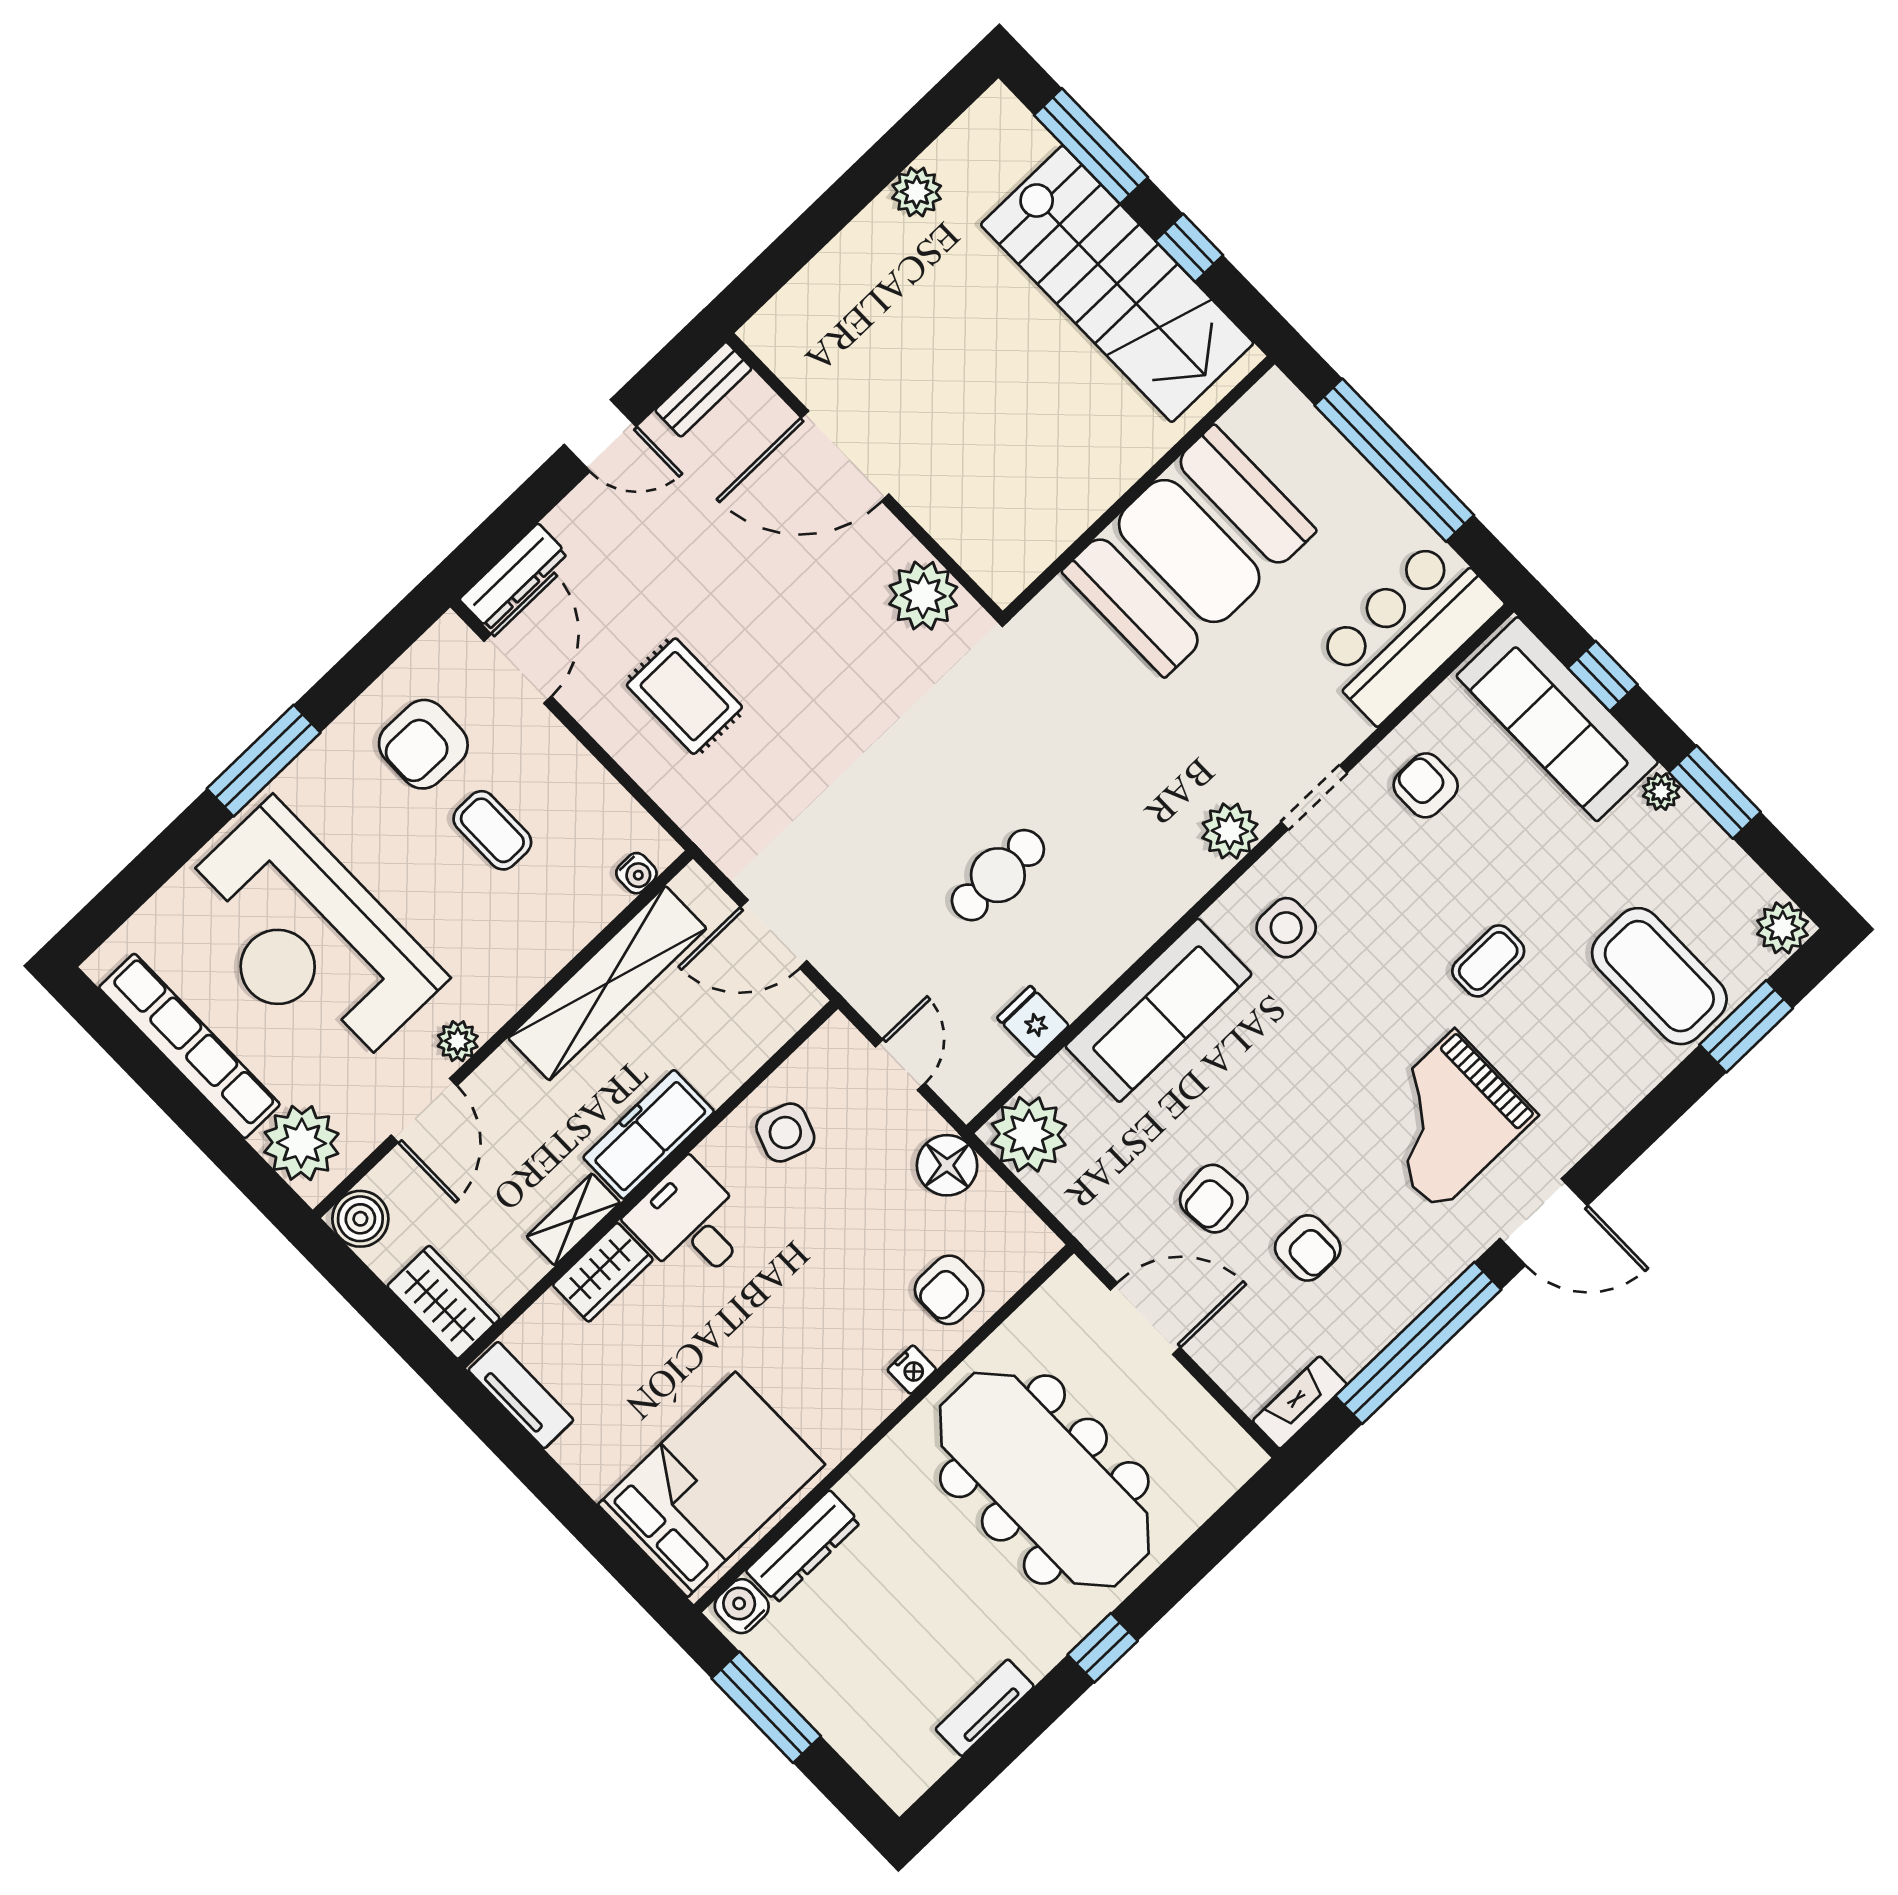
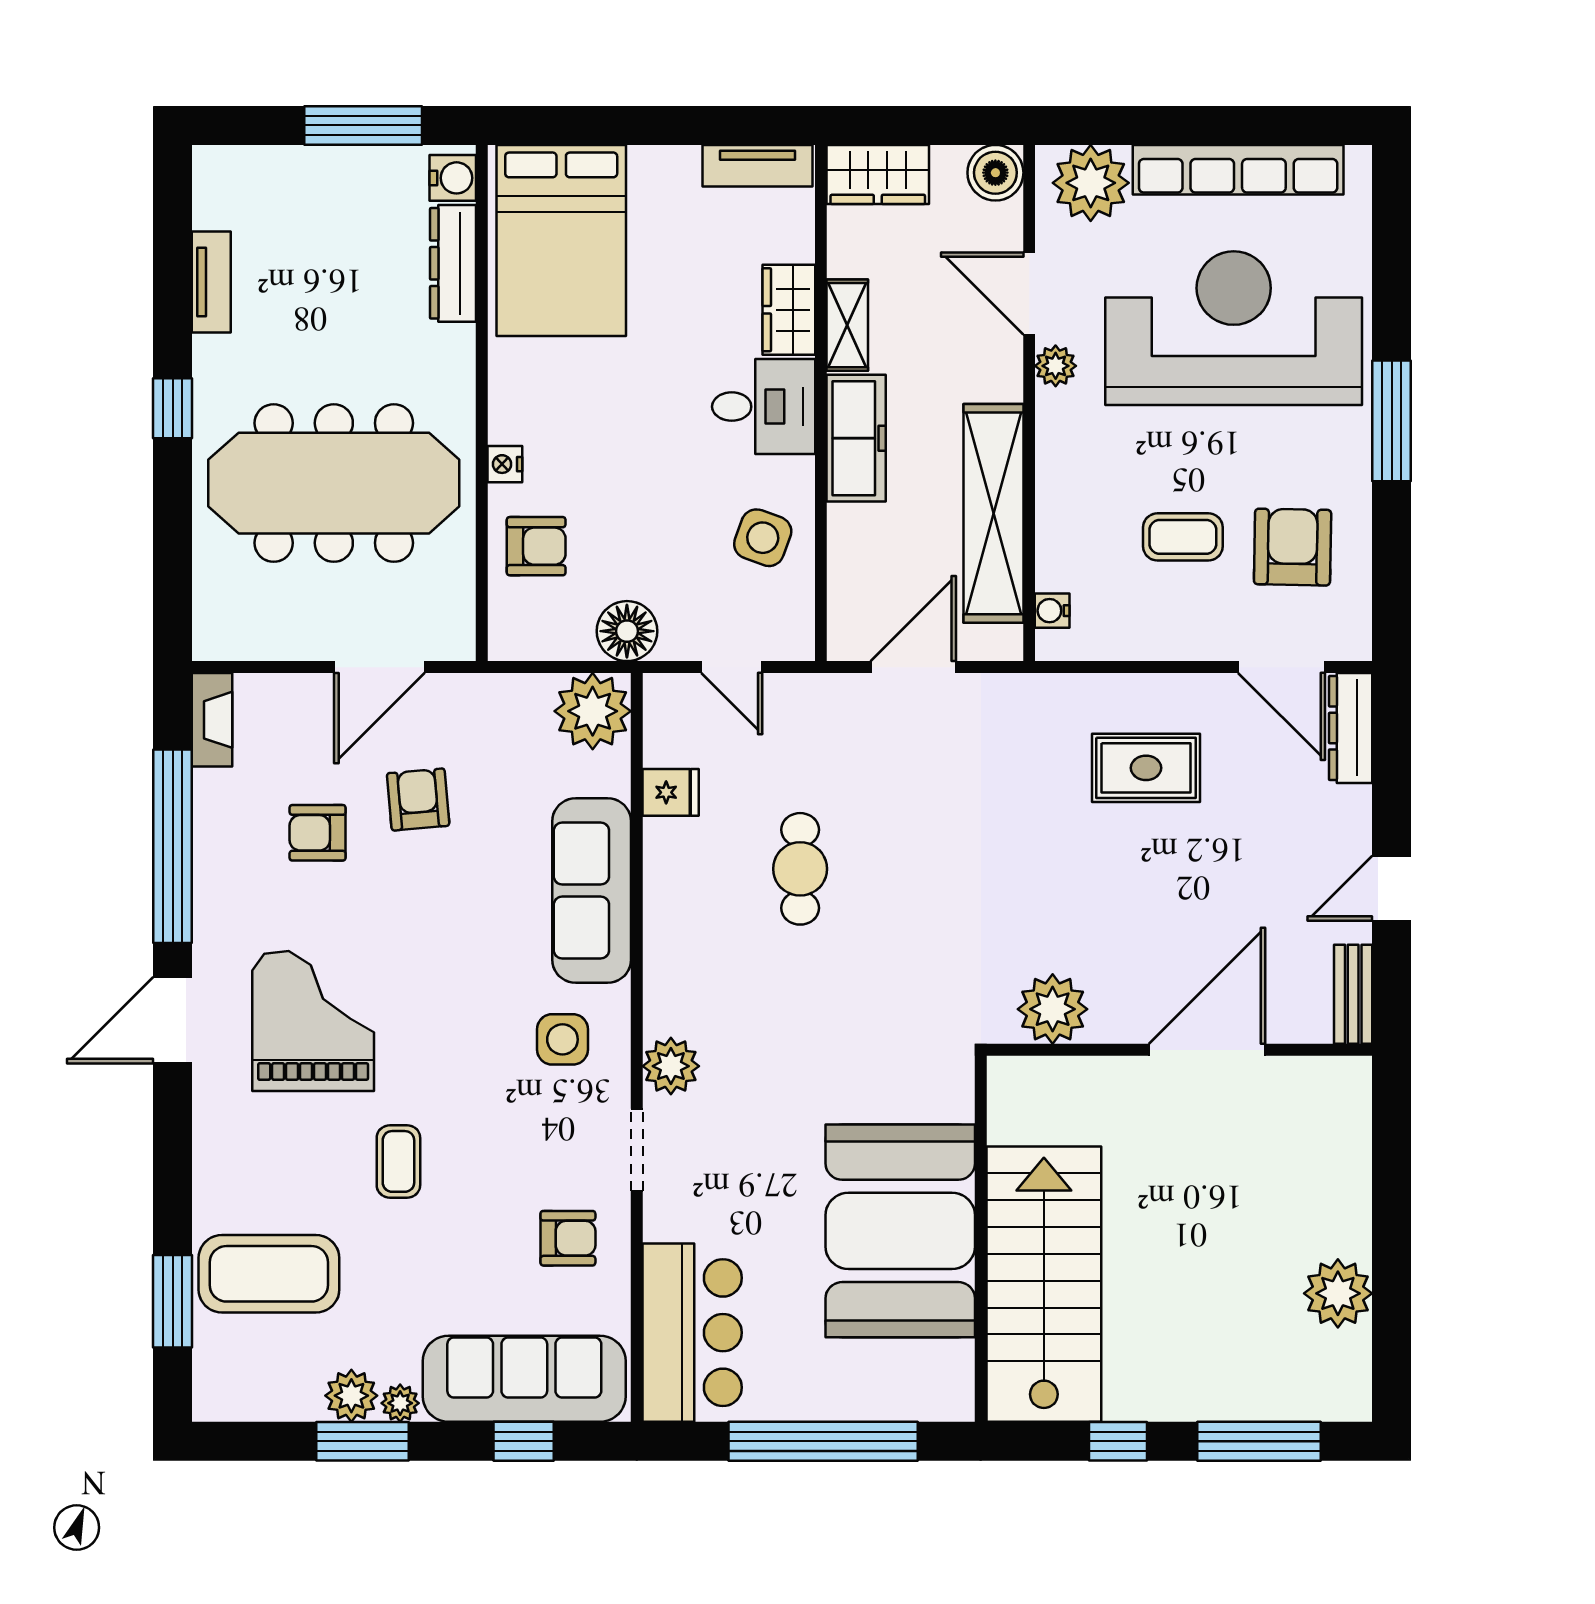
plant: (917, 192) -> (1338, 1293), width x1.36, depth x1.36
stairs: (1117, 284) -> (1044, 1284), moved, turned 90
plant: (1783, 928) -> (351, 1396), moved
armchair: (949, 1290) -> (536, 546), turned 90

